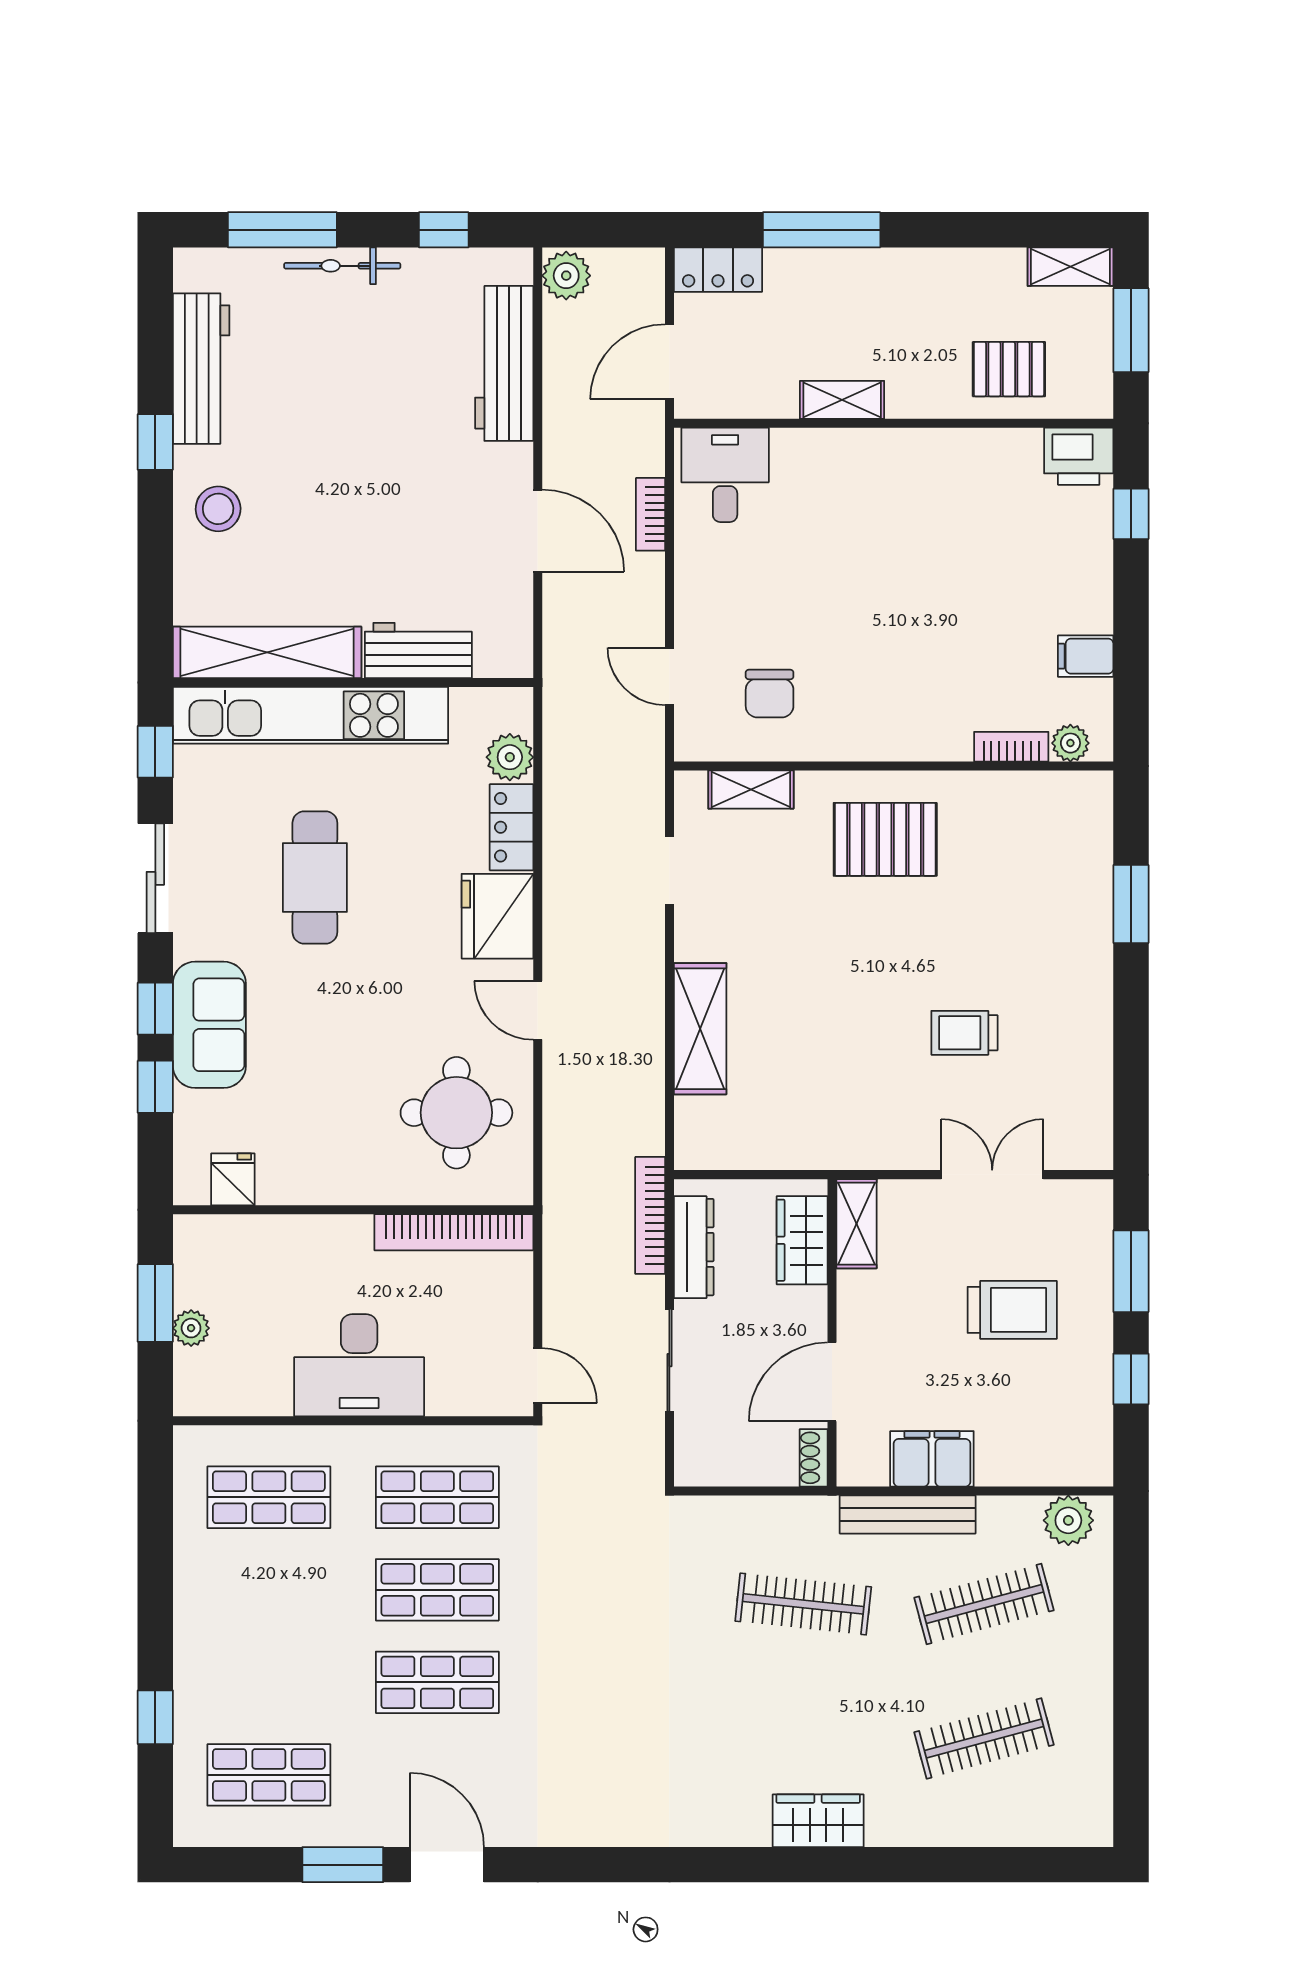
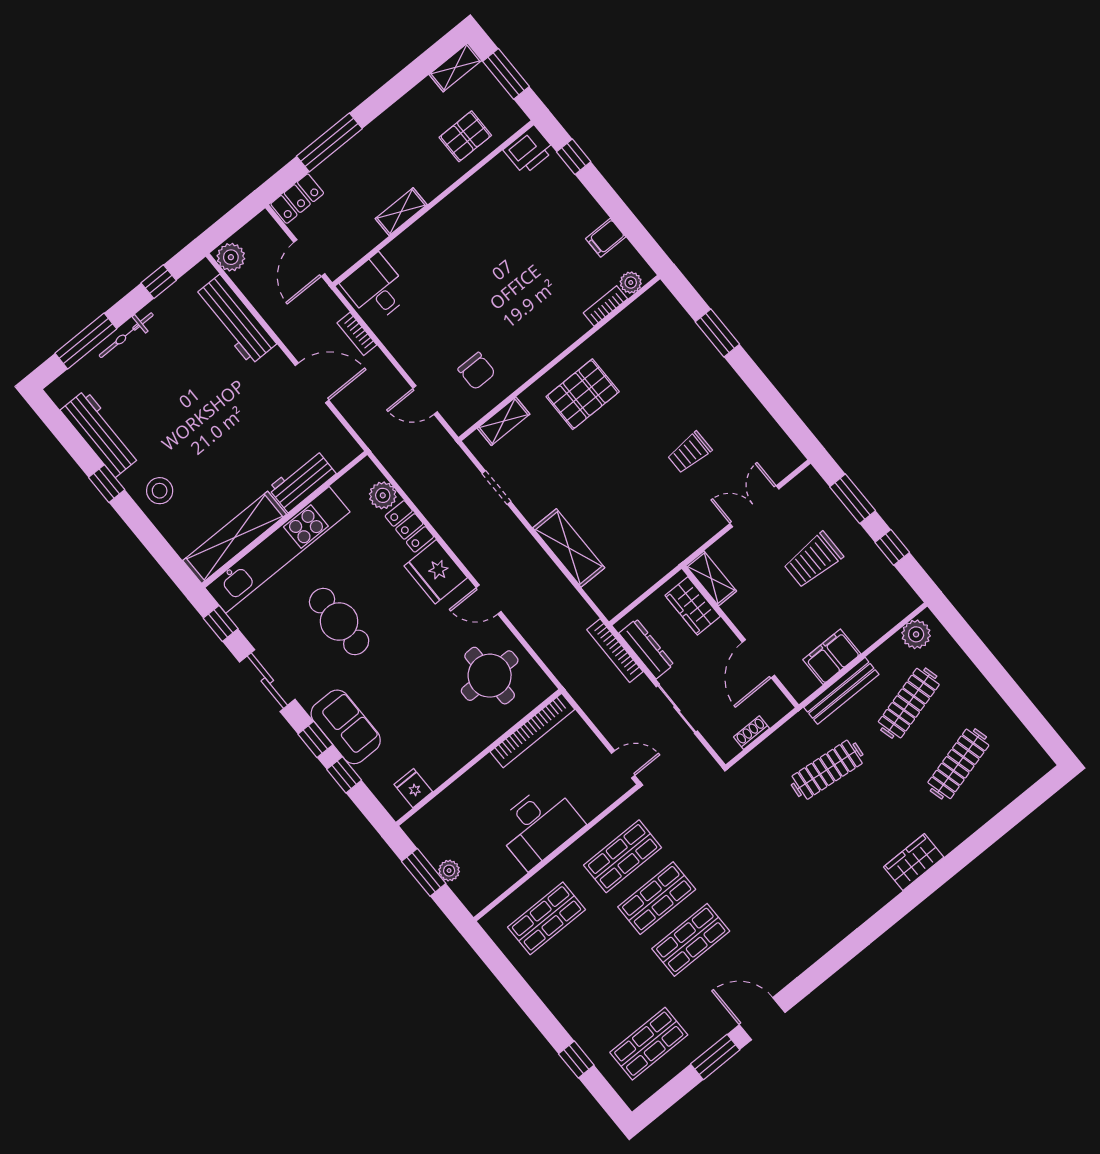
trolley: (1012, 1310) -> (813, 560), turned 180
shoe rack: (814, 1458) -> (752, 733), moved, turned 90

